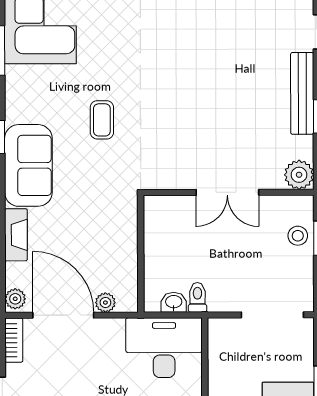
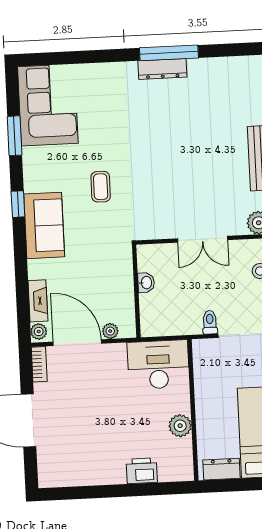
fireplace: (16, 235) -> (38, 301), moved
toilet: (197, 297) -> (210, 322), moved
washbasin: (174, 302) -> (146, 283), moved, turned 90

